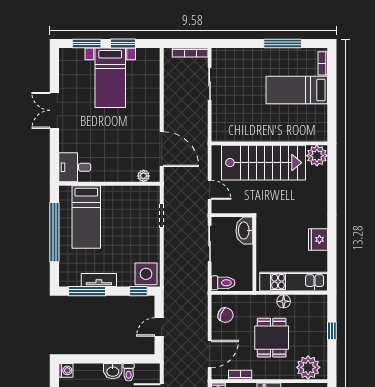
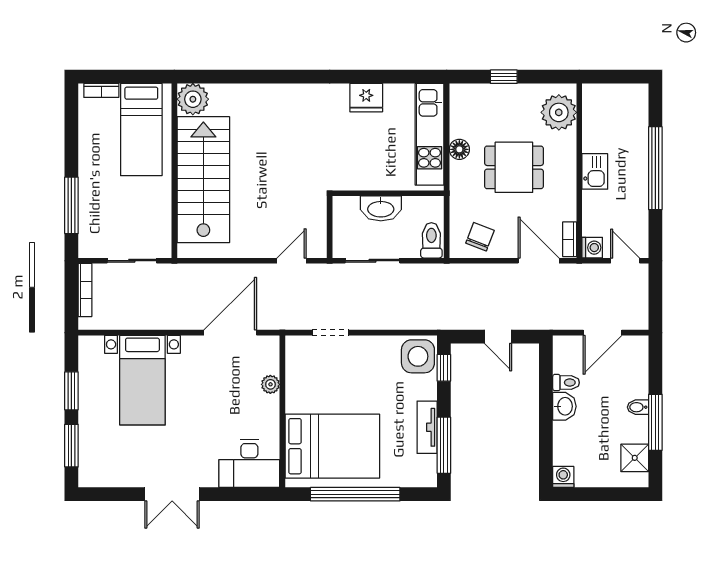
window: (283, 44) -> (71, 205), moved
bed with nightstands: (110, 78) -> (142, 380), moved, turned 90
wall: (269, 143) -> (174, 171), moved
plant: (317, 156) -> (193, 99), moved
stairs: (263, 163) -> (203, 180), moved
desk: (75, 167) -> (249, 464), width x1.37
plant: (143, 176) -> (270, 384), moved
bed: (86, 217) -> (332, 446), width x1.50
washbasin: (244, 231) -> (381, 208), moved
bookcase: (240, 375) -> (570, 239), moved

